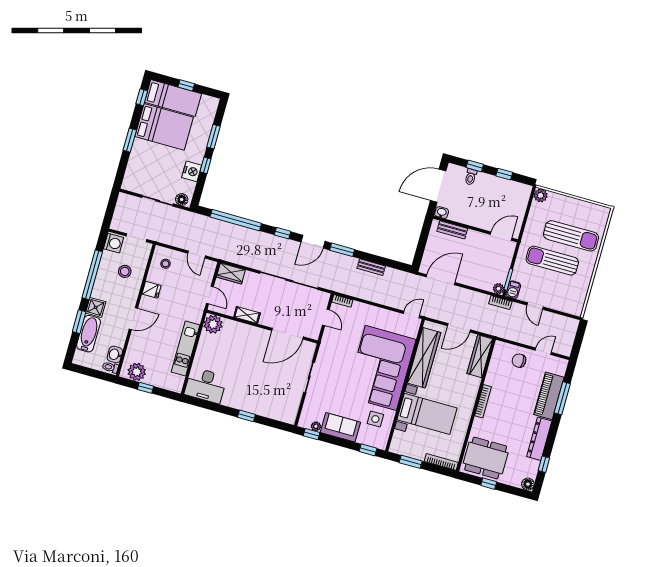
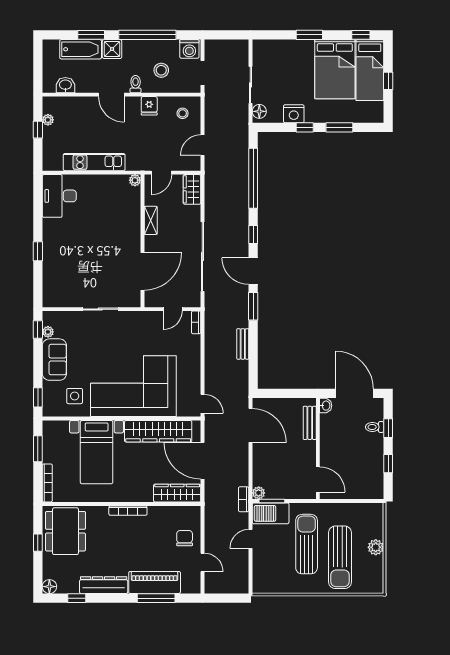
plant: (541, 195) -> (376, 547), moved
barbecue: (513, 290) -> (271, 513), width x1.88, depth x1.53
plant: (213, 324) -> (135, 180), width x0.53, depth x0.53
door: (459, 328) -> (202, 461), width x1.36
door: (288, 334) -> (143, 271), swing flipped
toilet: (110, 367) -> (136, 84), moved
plant: (137, 372) -> (48, 120), width x0.53, depth x0.53

